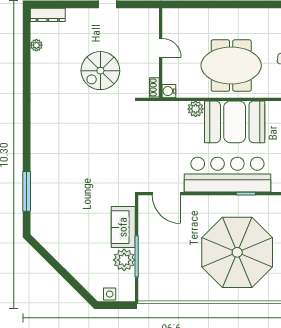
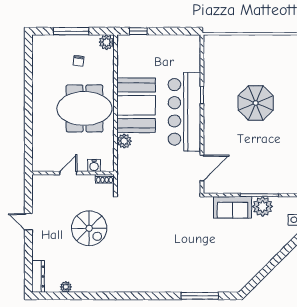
meeting table: (231, 66) -> (84, 108), turned 90
water cooler: (169, 91) -> (94, 166), moved
parasol: (237, 252) -> (256, 103), width x0.54, depth x0.54

